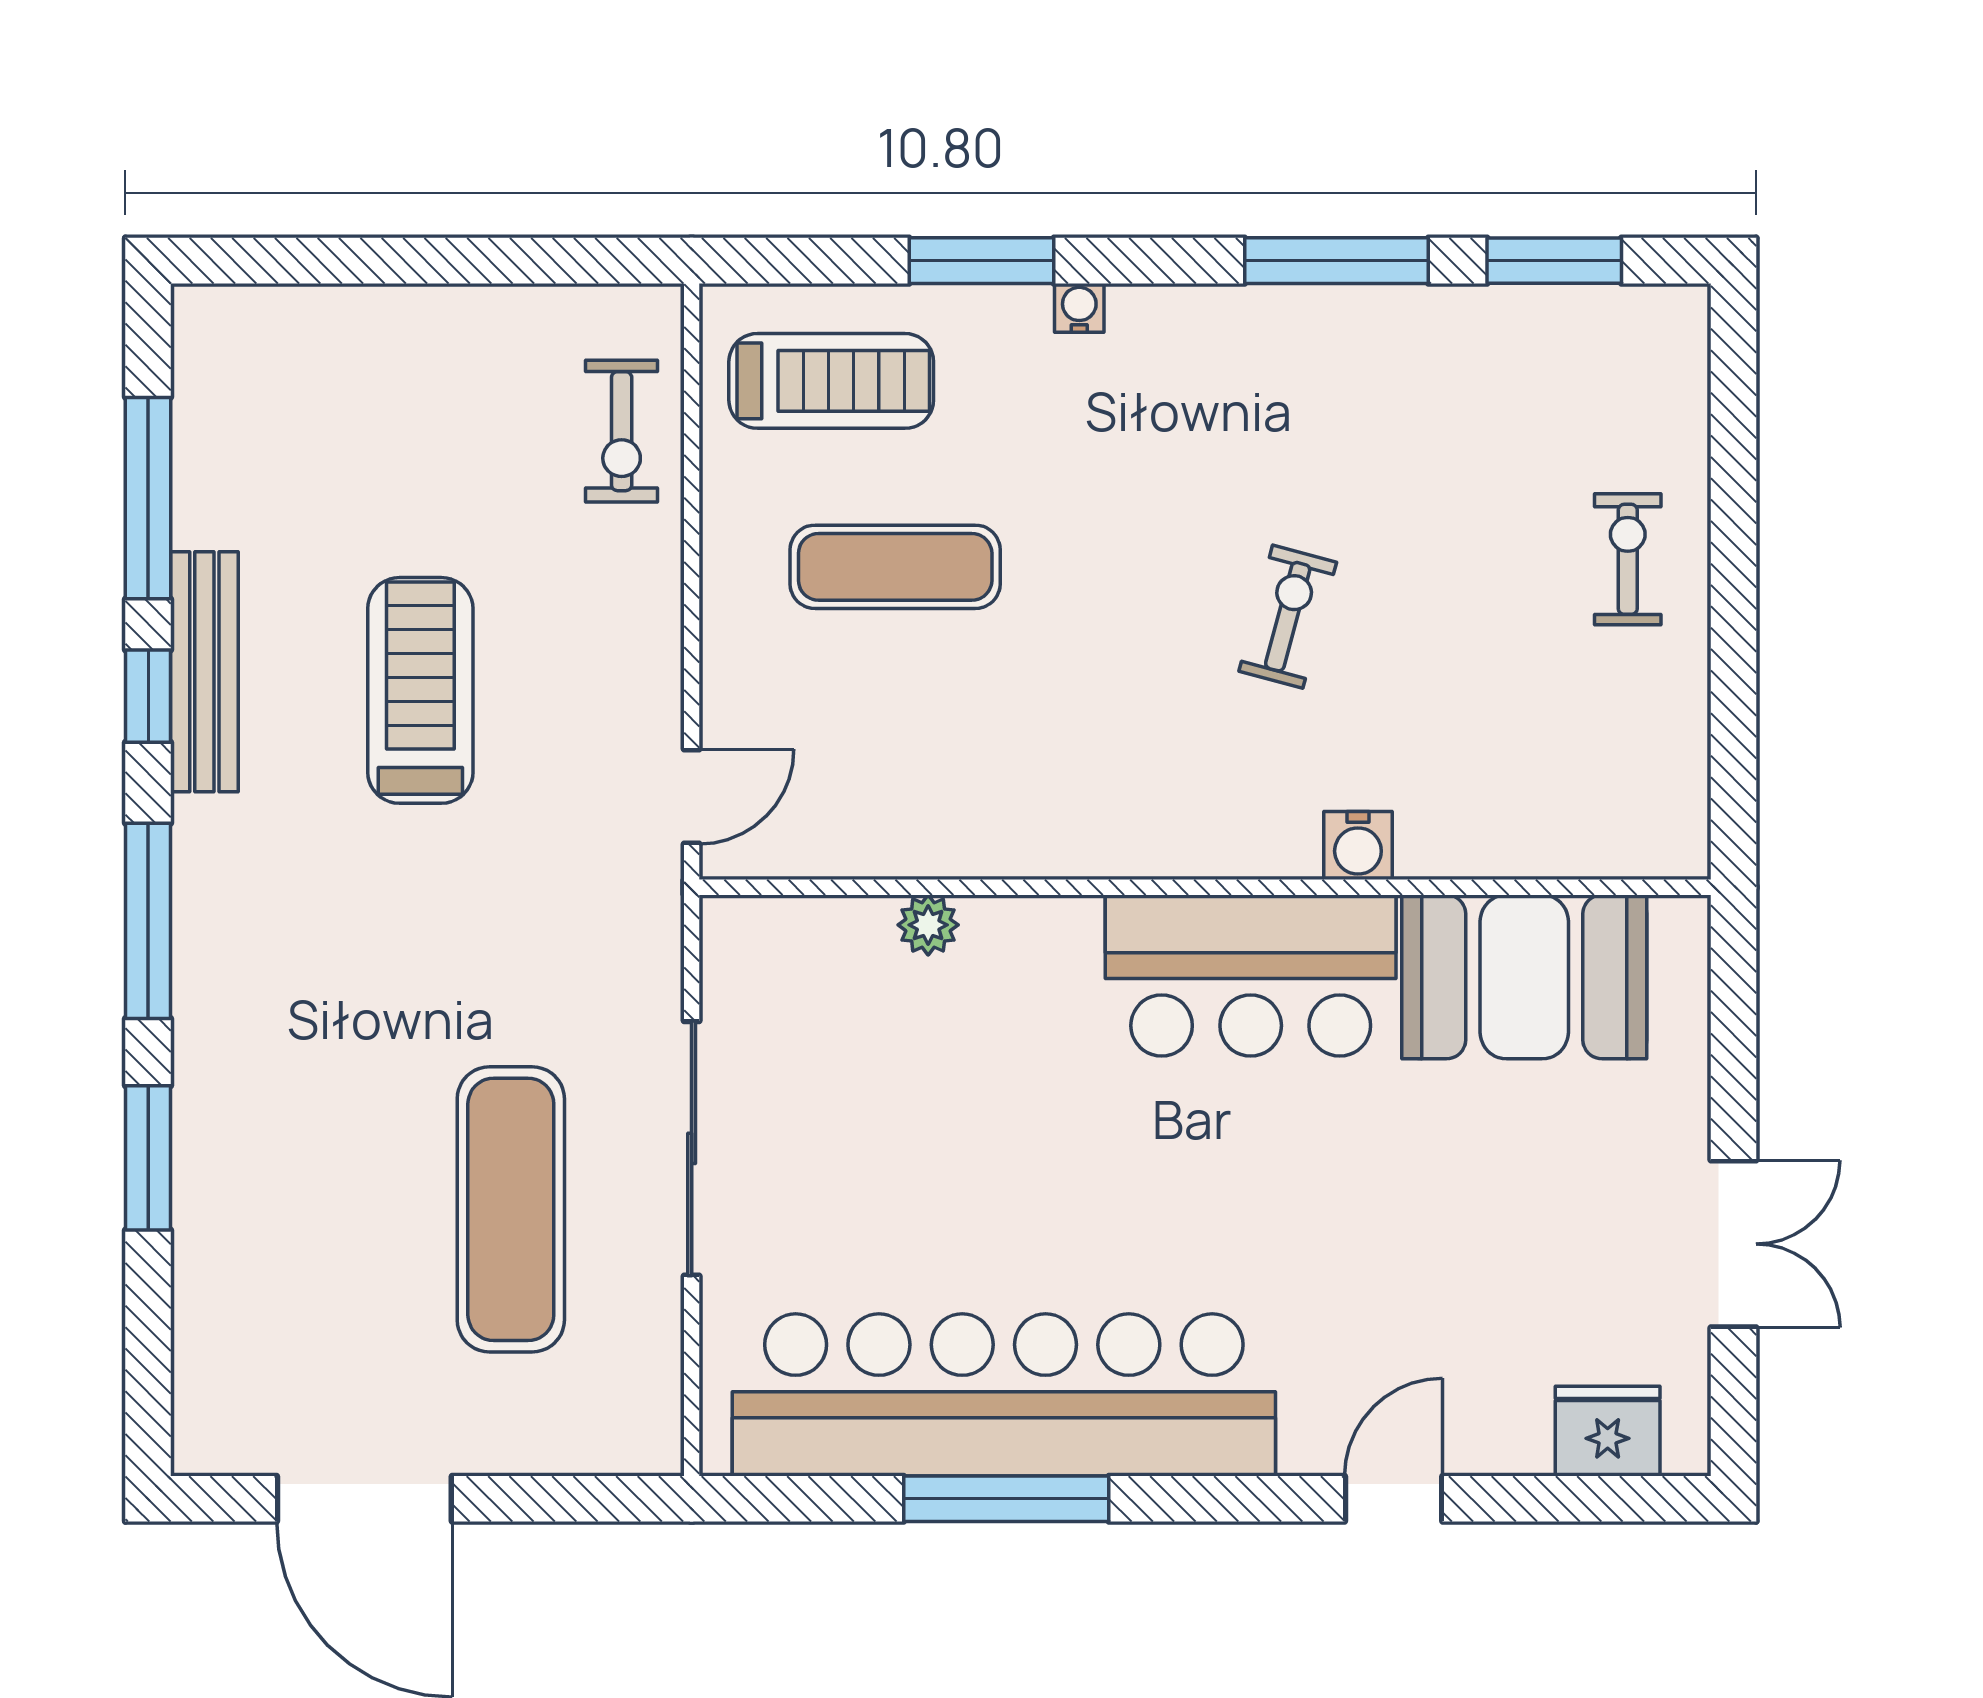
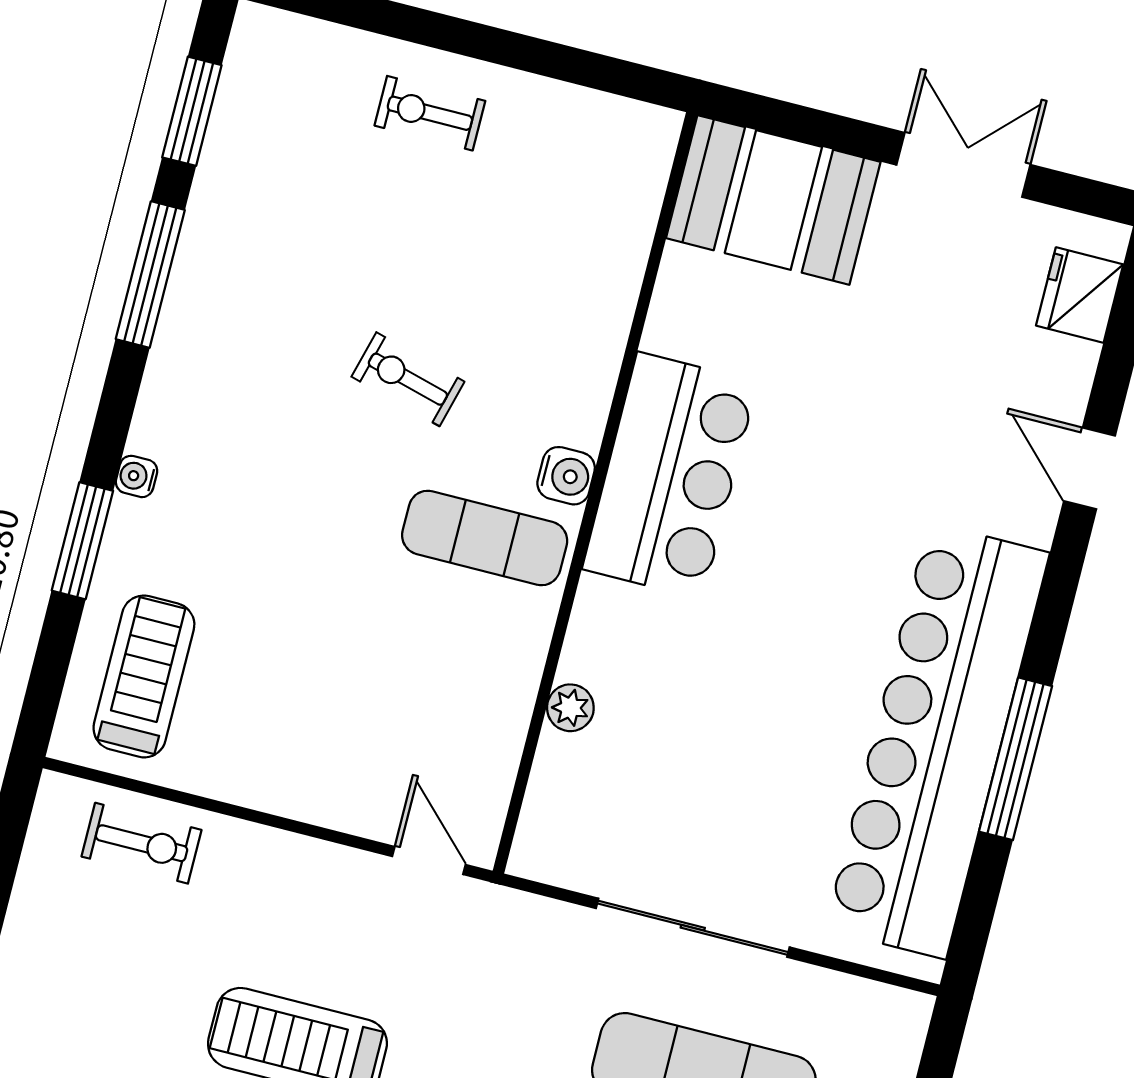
exercise mat: (895, 567) -> (485, 538), moved, turned 90
water cooler: (1358, 846) -> (566, 476), moved
booth: (1524, 977) -> (773, 200), moved, turned 90

